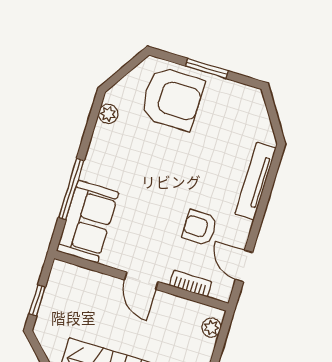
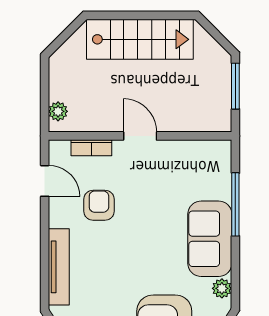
sofa: (88, 222) -> (210, 239), moved
armchair: (200, 227) -> (99, 205), turned -90
window: (37, 300) -> (235, 86), width x1.50

